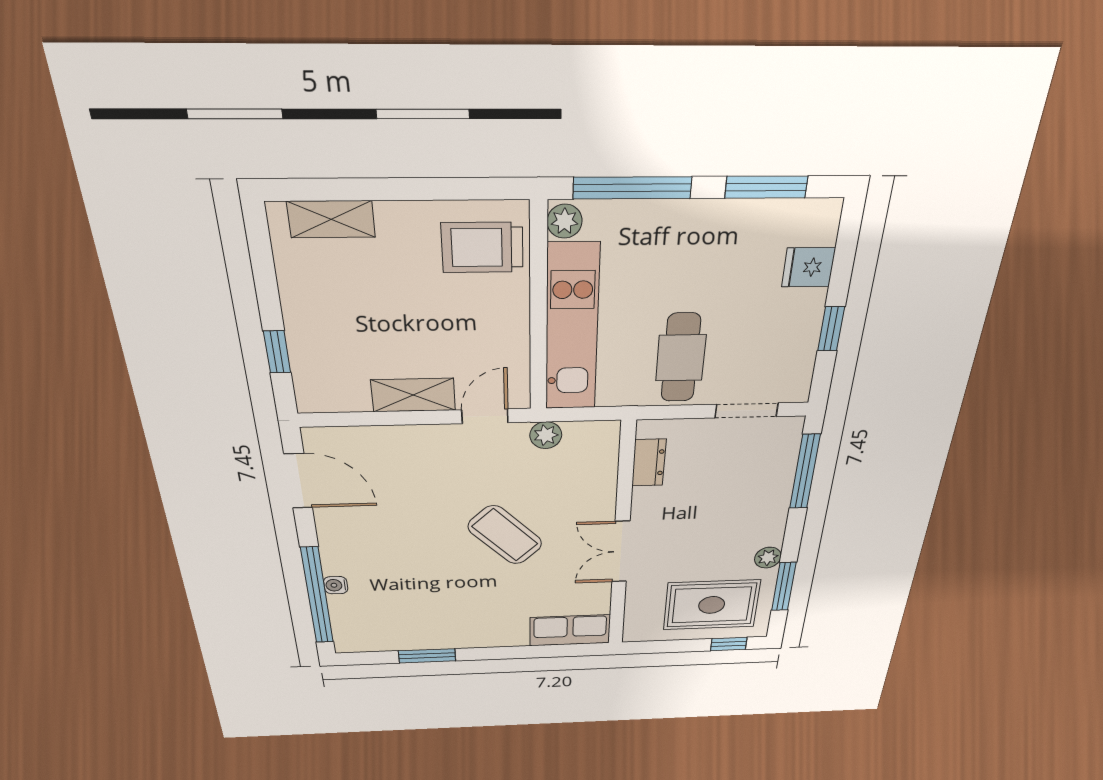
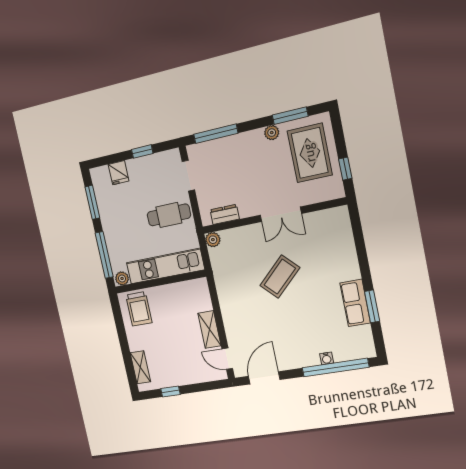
window: (277, 352) -> (170, 391), moved
door: (485, 416) -> (227, 359), moved
plant: (546, 435) -> (213, 240), moved
row of seats: (570, 630) -> (355, 303), moved
window: (729, 644) -> (345, 169), moved

